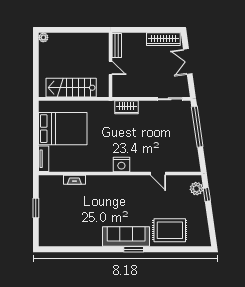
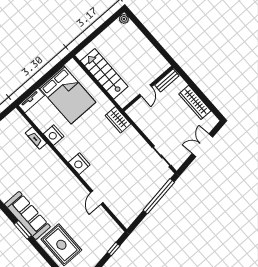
wardrobe: (163, 39) -> (195, 102), moved
wardrobe: (126, 107) -> (118, 120), moved
nightstand: (84, 165) -> (54, 135), added
plant: (196, 189) -> (111, 237), removed

